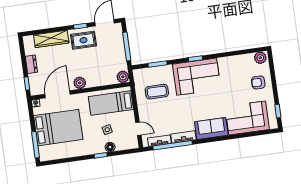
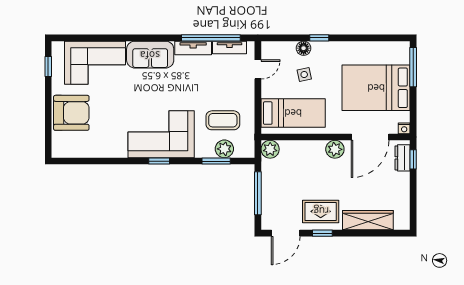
plant: (260, 58) -> (224, 149), moved
dresser: (31, 64) -> (402, 158), moved
armchair: (258, 82) -> (71, 113), width x1.88, depth x1.88
door: (138, 129) -> (258, 69), swing flipped

